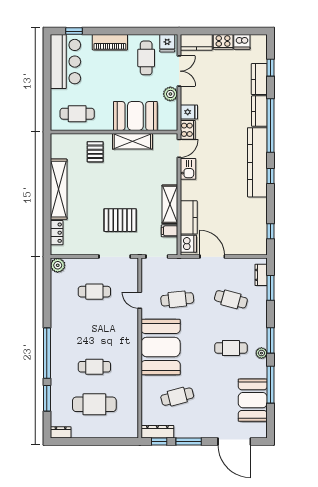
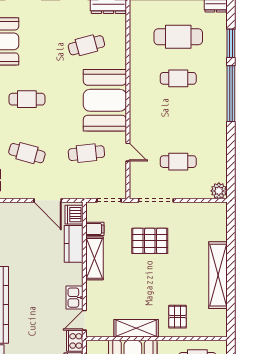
locker: (57, 233) -> (220, 227), removed

